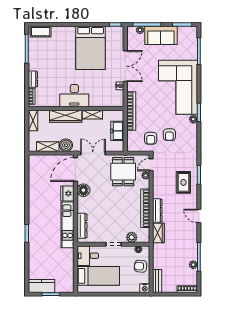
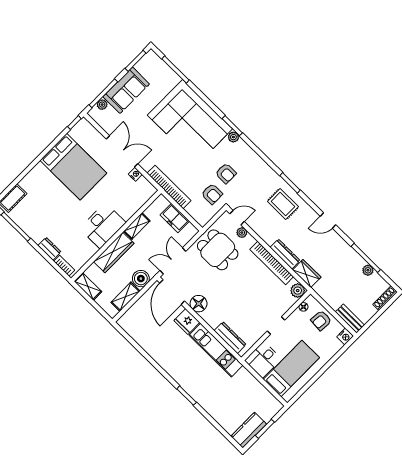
door: (151, 165) -> (237, 218), swing flipped
plant: (132, 237) -> (298, 291), moved

